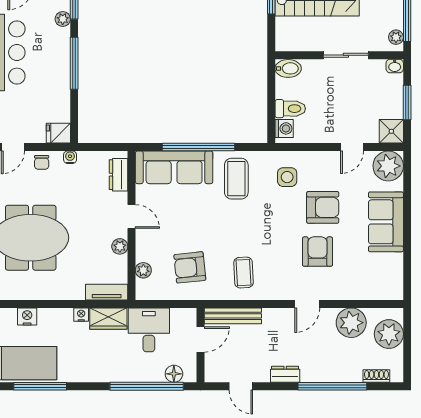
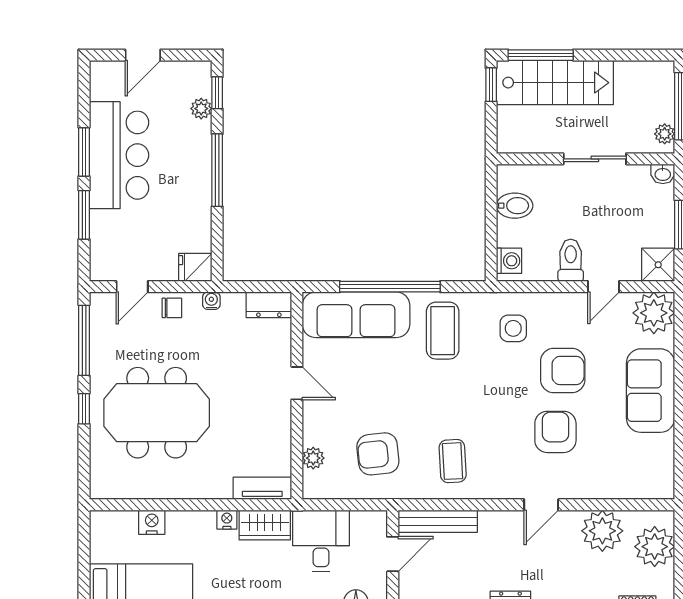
bidet: (288, 68) -> (515, 206), moved
toilet: (290, 109) -> (571, 260), moved, turned -90
chair: (42, 162) -> (172, 308), turned -90
dresser: (119, 175) -> (269, 305), moved, turned -90
plant: (120, 246) -> (281, 425), removed

